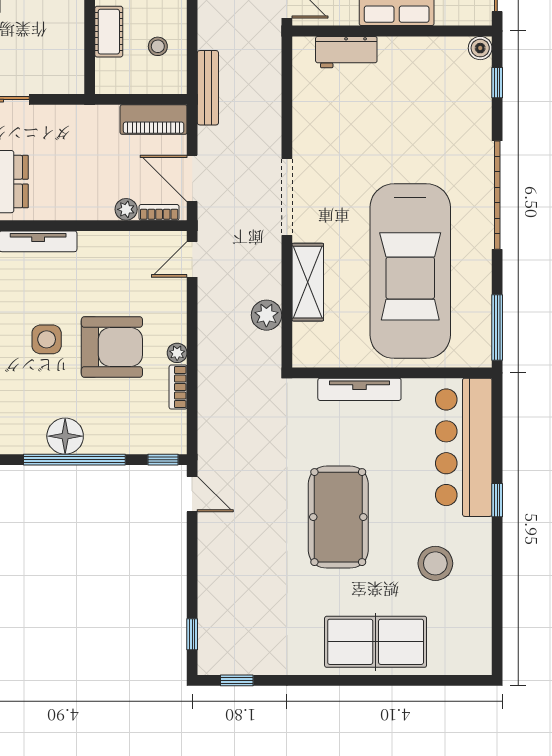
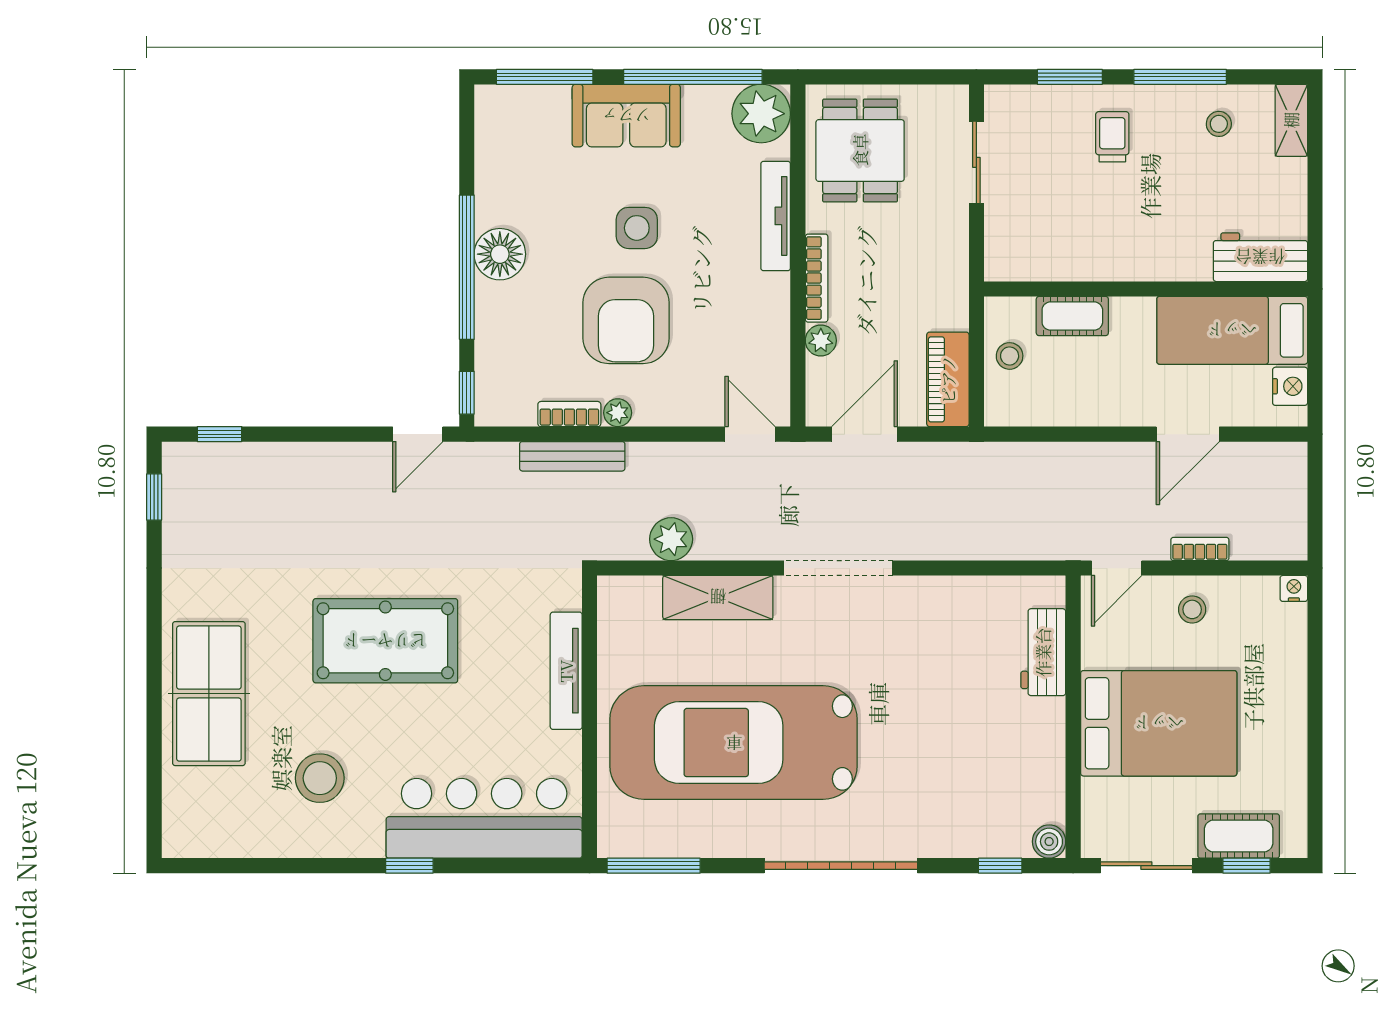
stool: (158, 46) -> (1010, 356), moved
bench: (208, 88) -> (572, 456), moved
bookcase: (159, 212) -> (817, 278), moved, width x1.56

